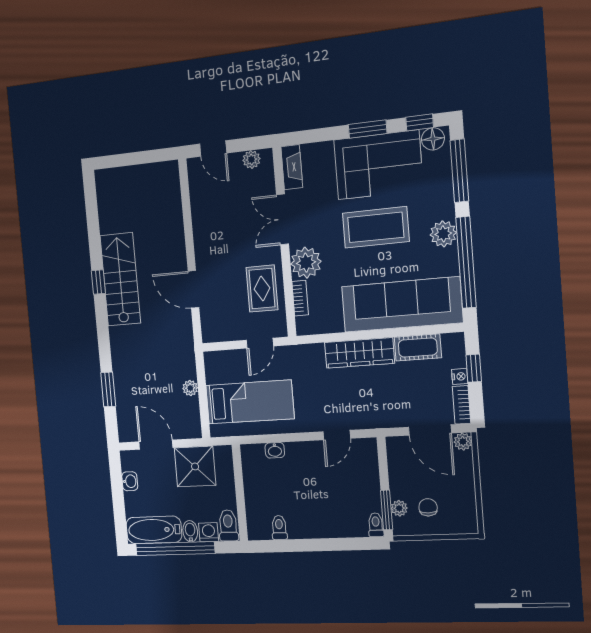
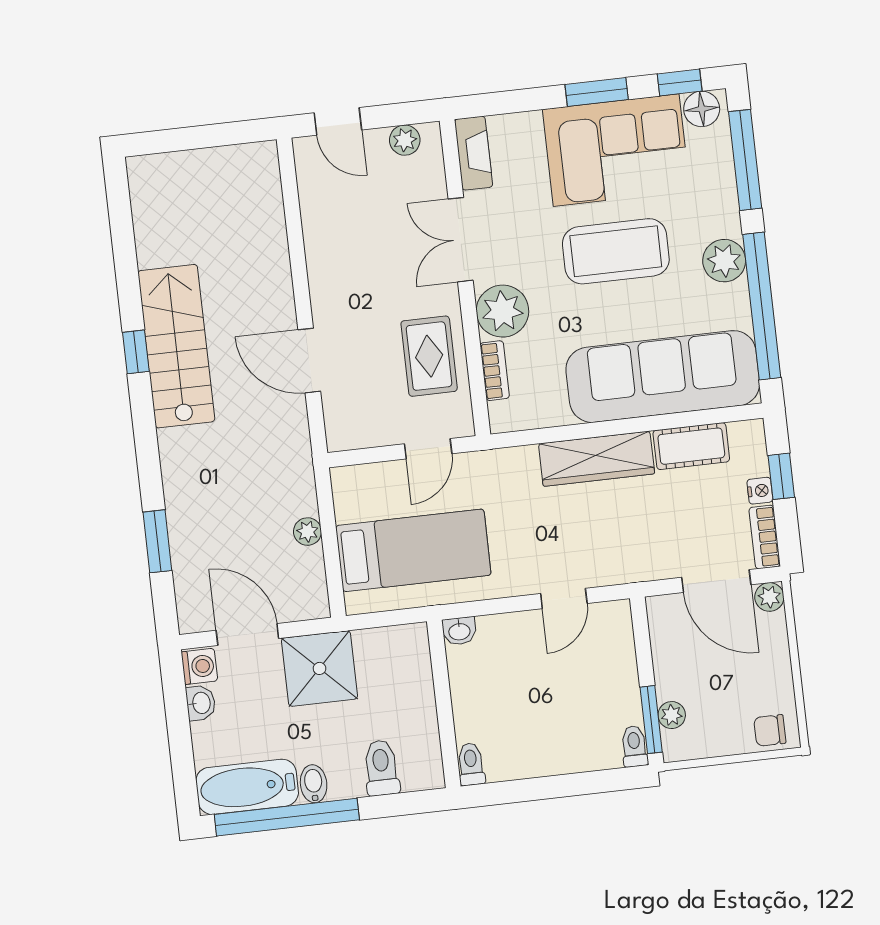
wall: (240, 493) -> (444, 704), moved
chair: (428, 507) -> (770, 730), moved, turned -90
washing machine: (209, 532) -> (199, 666), moved, turned 90

